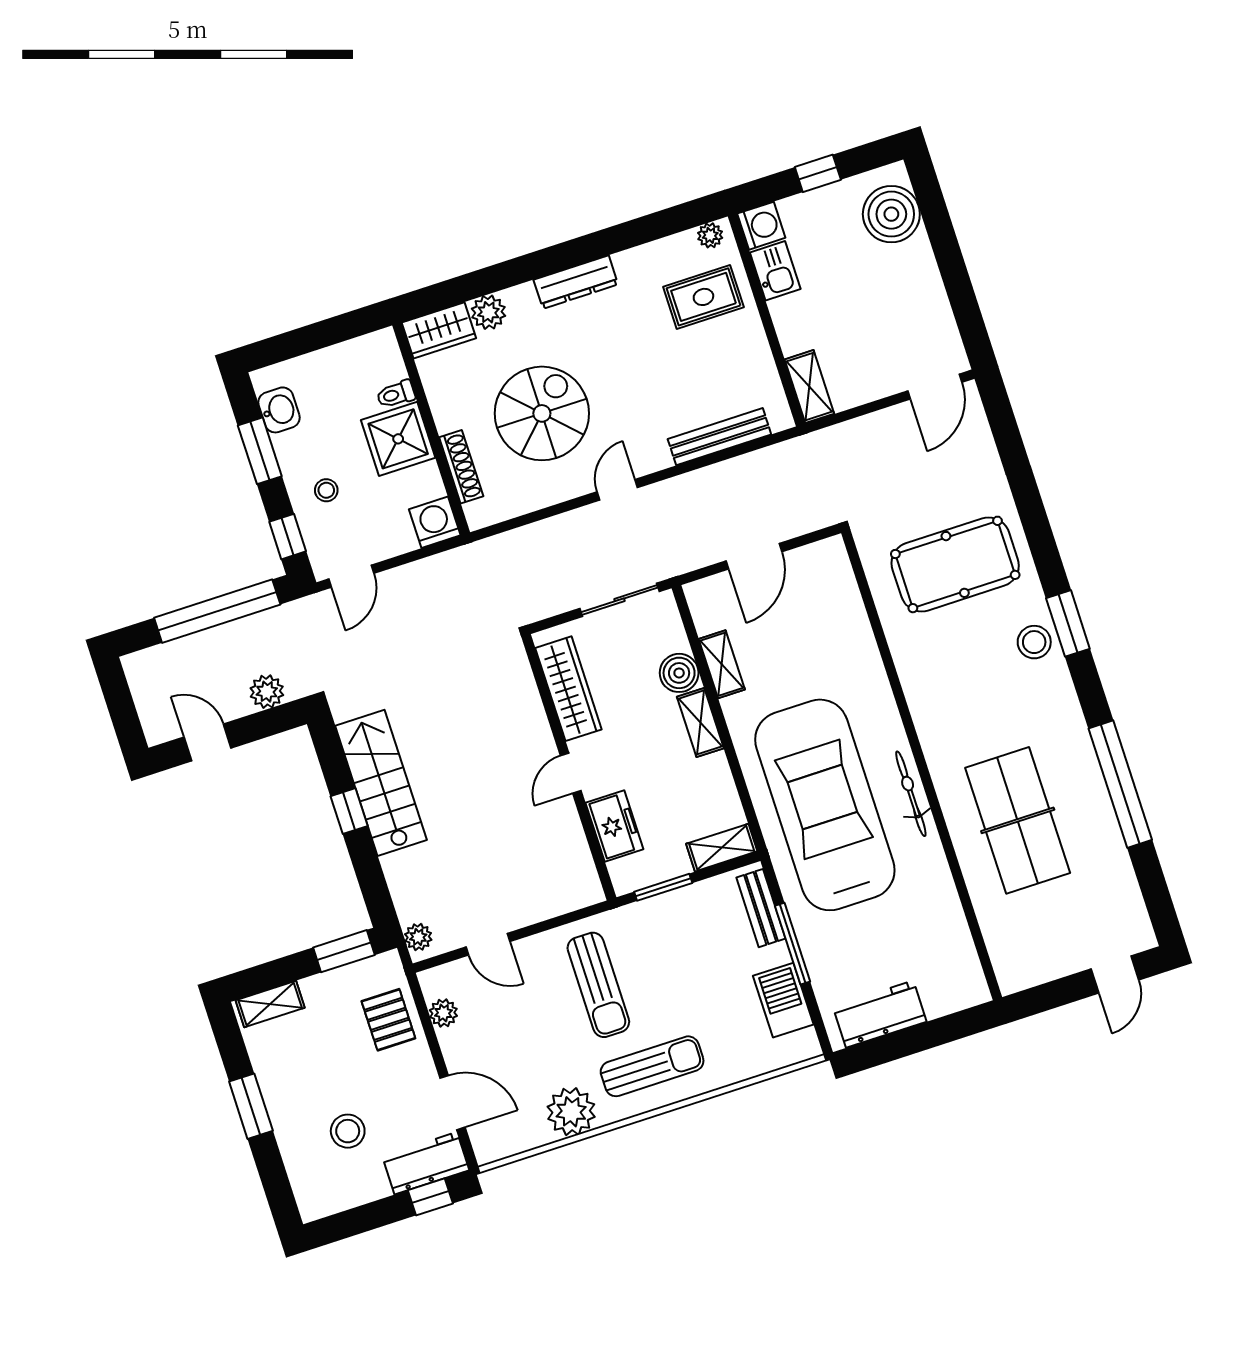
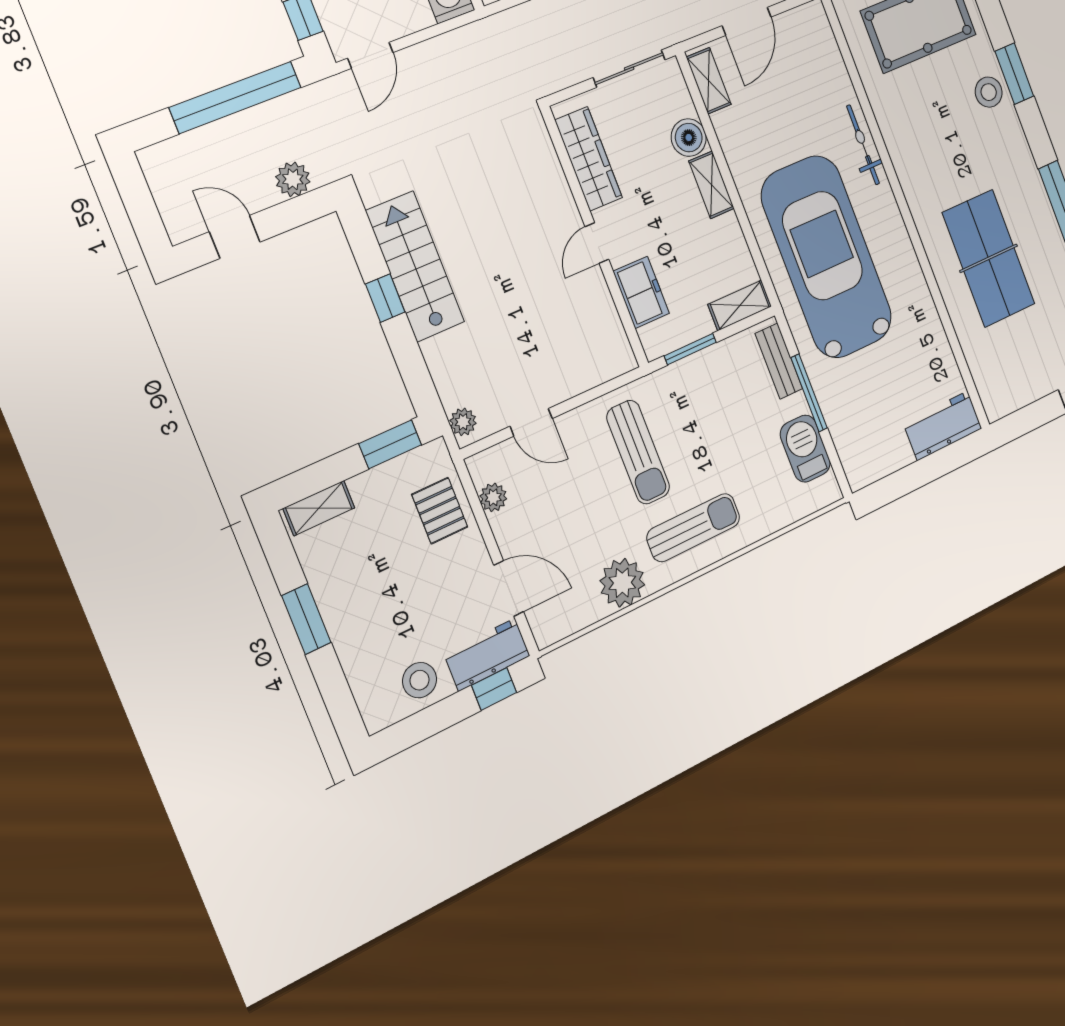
shelving: (722, 664) -> (709, 81), moved
bicycle: (911, 794) -> (863, 145), moved
workbench: (880, 1014) -> (943, 426), moved
stool: (348, 1131) -> (420, 680), moved

